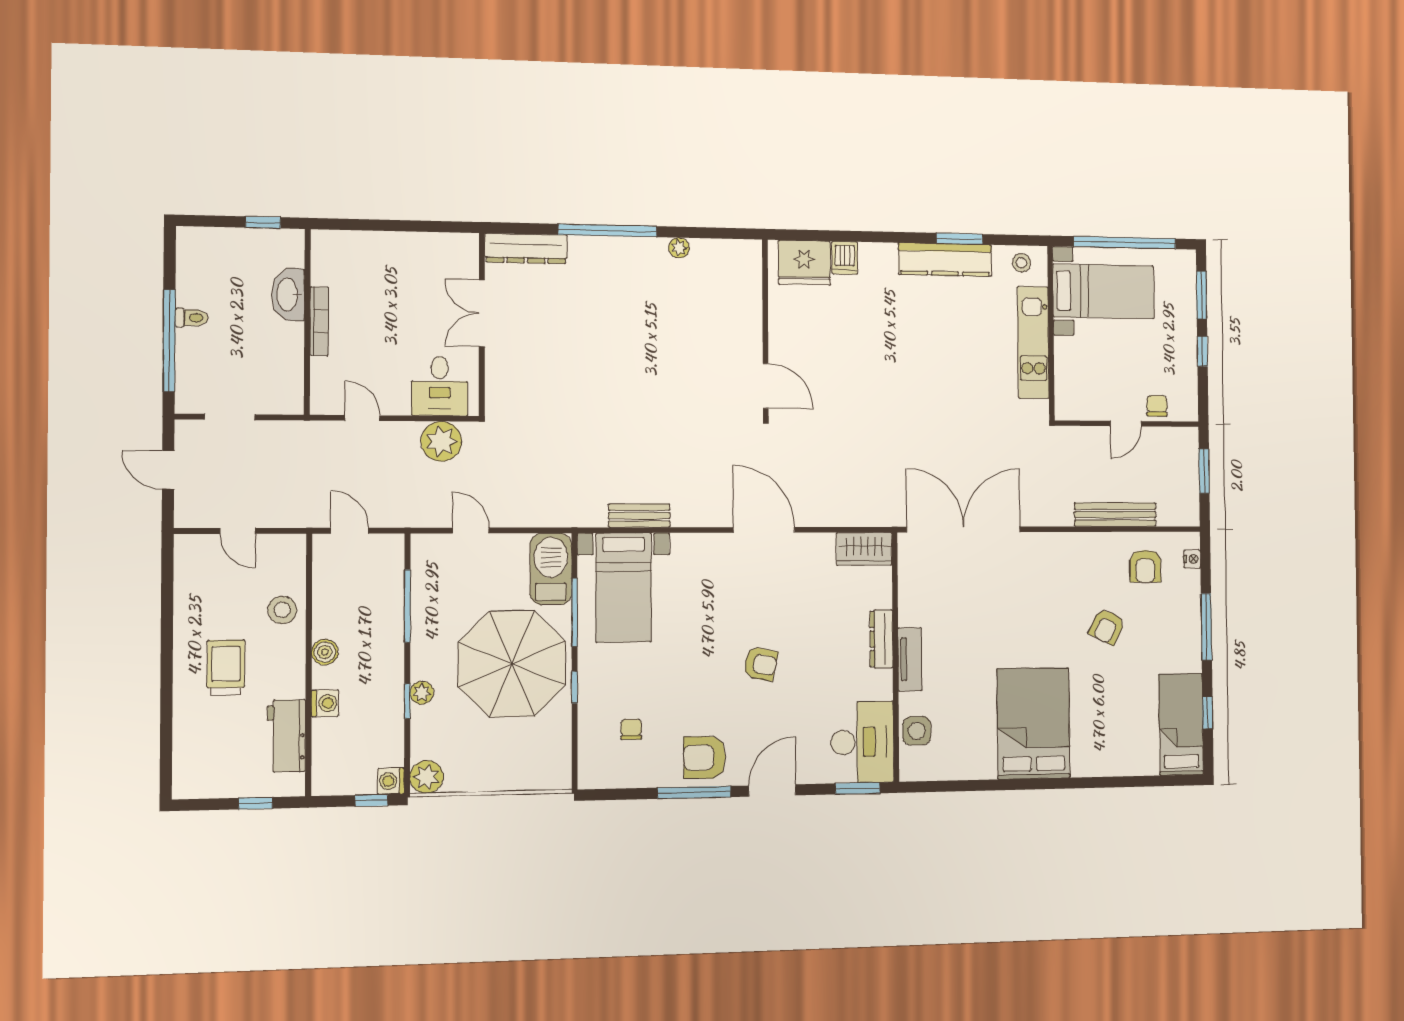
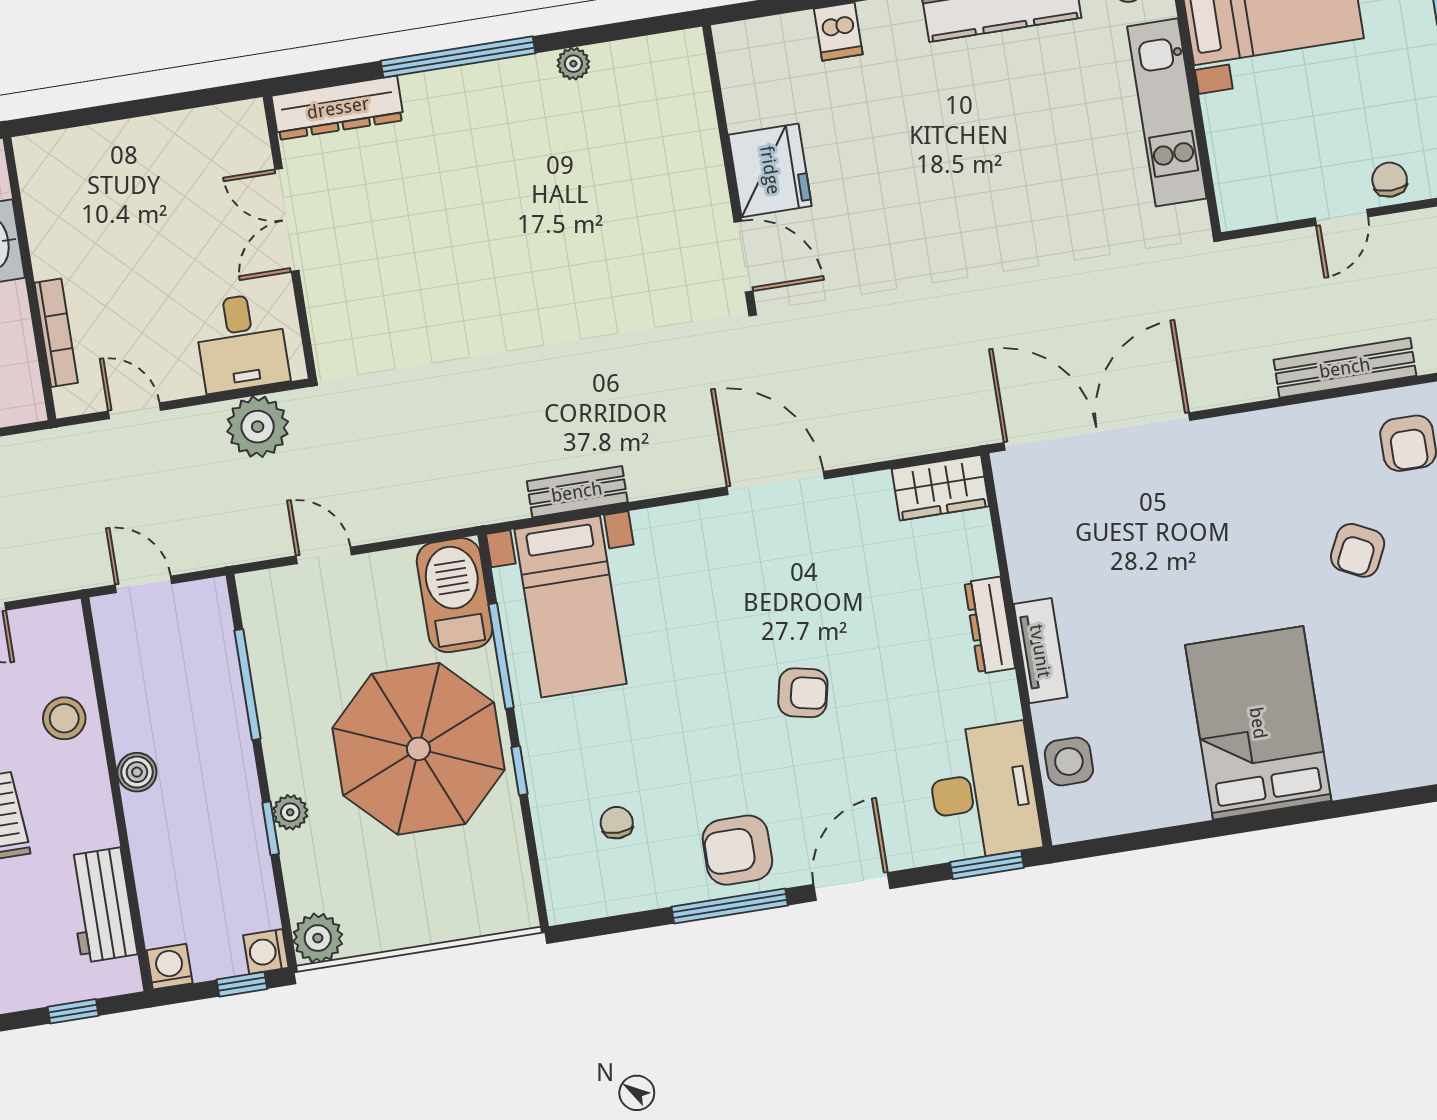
fridge: (804, 263) -> (770, 170), moved, turned -90
bookcase: (319, 321) -> (56, 333), moved
washing machine: (325, 703) -> (170, 967), moved, turned -90

